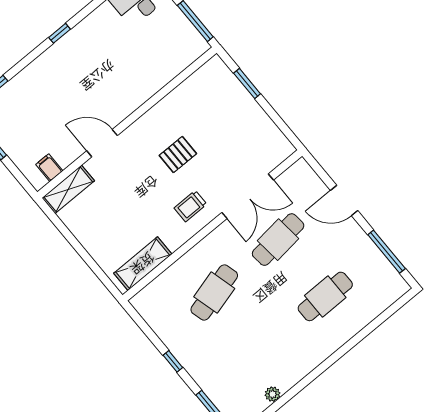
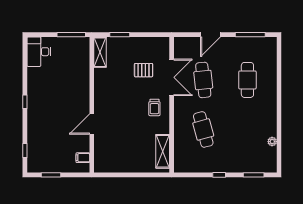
pallet: (178, 155) -> (144, 70), moved, turned 90
shelving: (68, 189) -> (100, 52), moved

